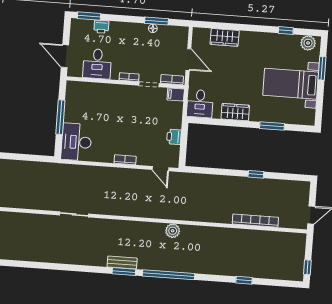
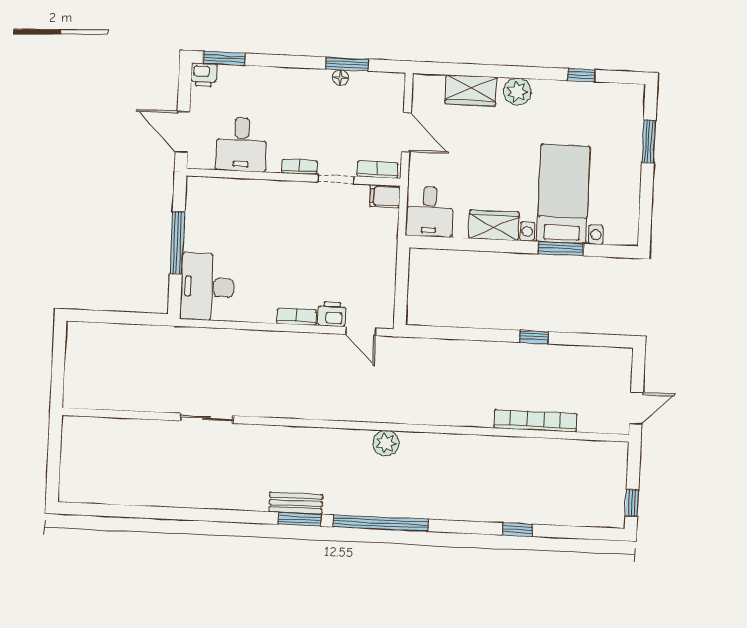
printer: (101, 27) -> (204, 75), moved
plant: (308, 43) -> (517, 92), moved
bed with nightstands: (291, 84) -> (563, 194), moved, turned 90
printer: (174, 137) -> (332, 314), moved, turned 90

